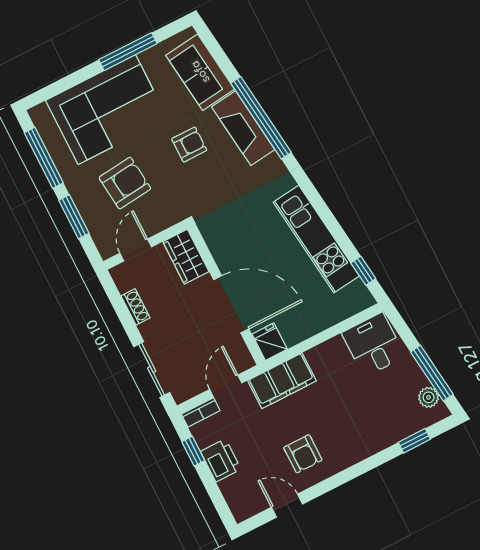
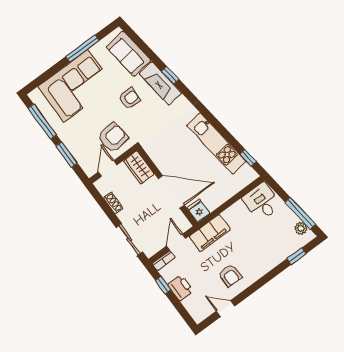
window: (261, 118) -> (170, 75), width x0.32
armchair: (125, 183) -> (113, 138), moved

